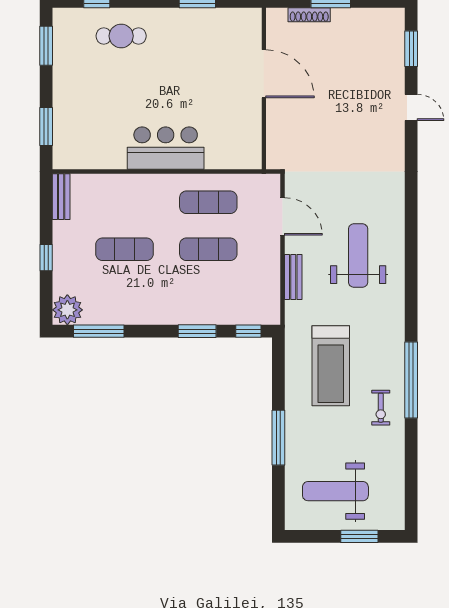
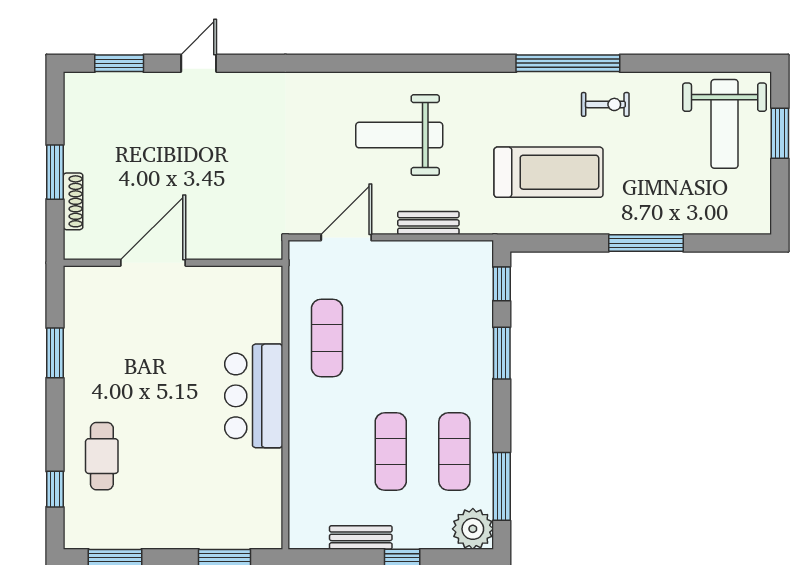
bench: (61, 197) -> (361, 537), moved
exercise mat: (208, 249) -> (454, 452), moved
weight bench: (335, 491) -> (725, 124), moved

